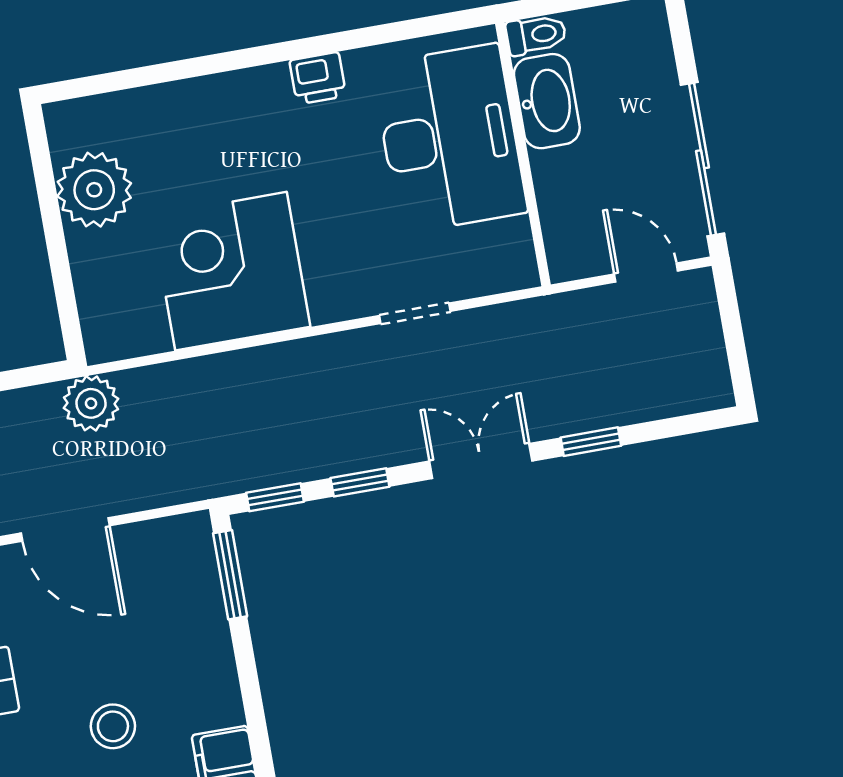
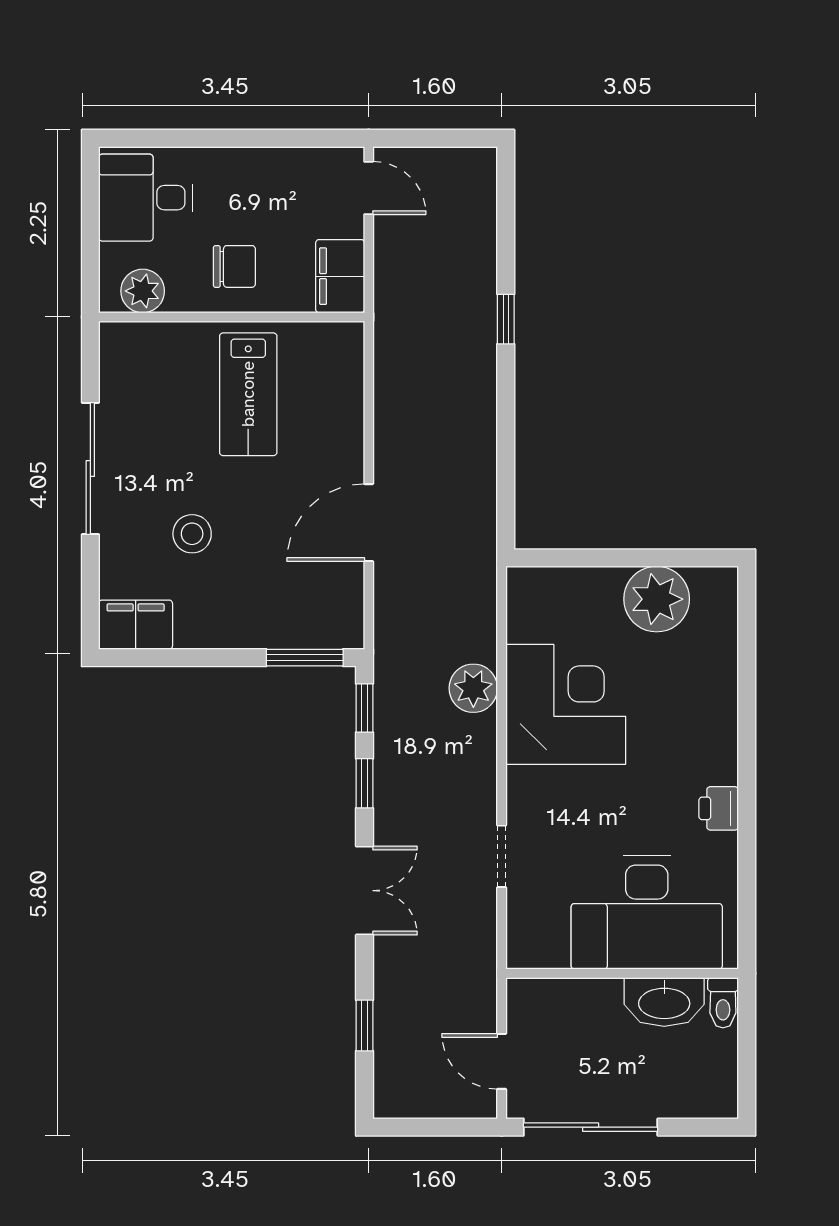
door: (646, 273) -> (502, 1061), swing flipped
plant: (91, 403) -> (473, 688), moved
window: (591, 442) -> (365, 1026), moved

